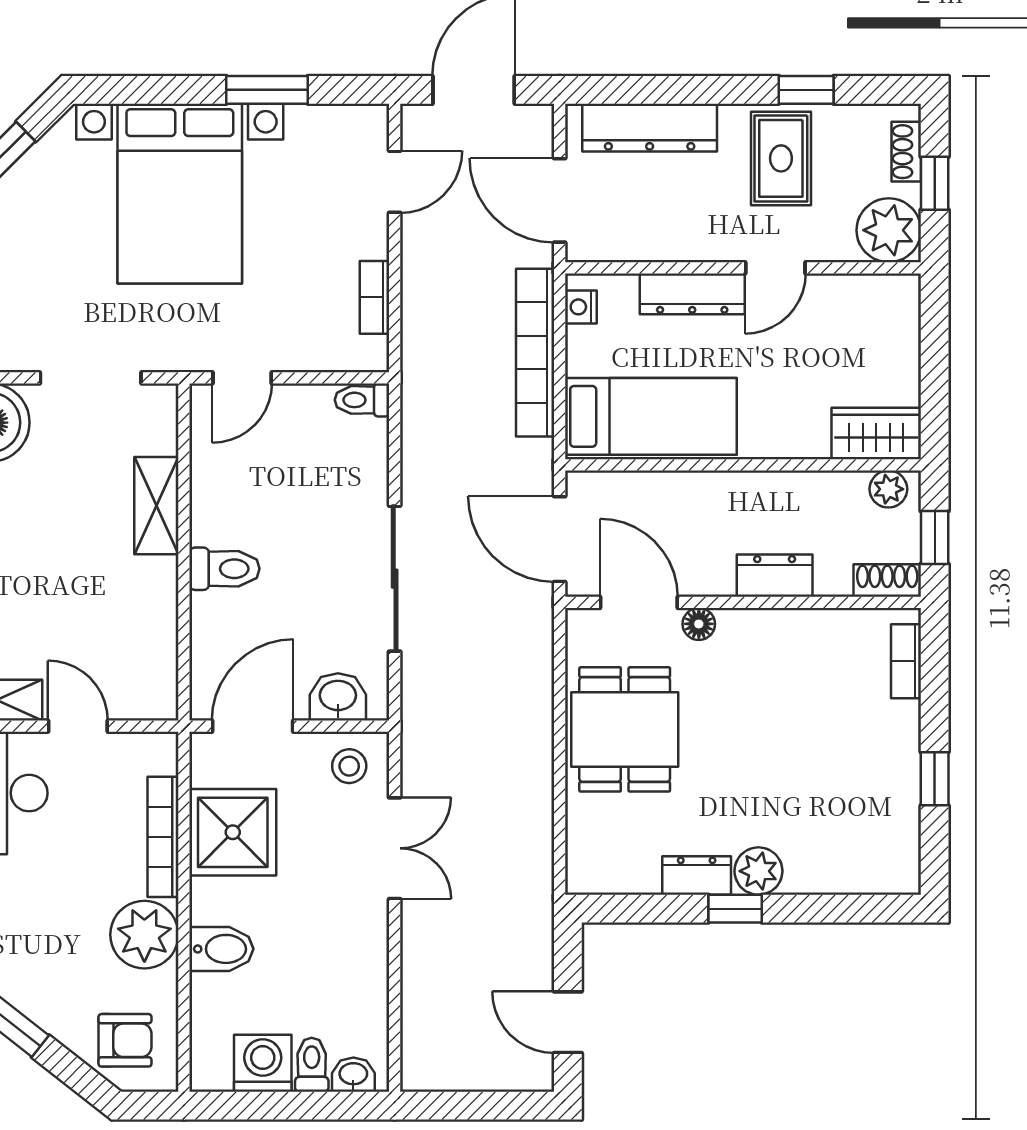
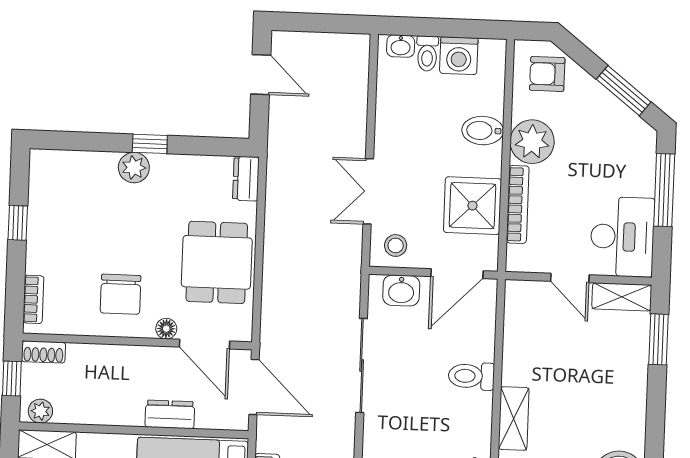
dresser: (775, 576) -> (170, 414), moved, turned 180
chair: (772, 674) -> (121, 294), added
dresser: (697, 875) -> (246, 179), moved, turned 90

